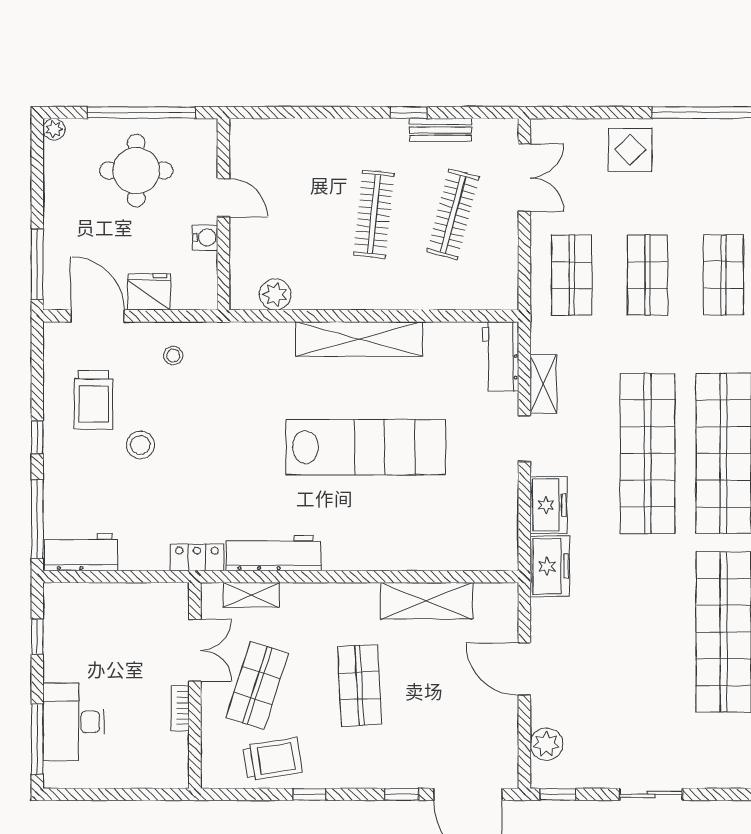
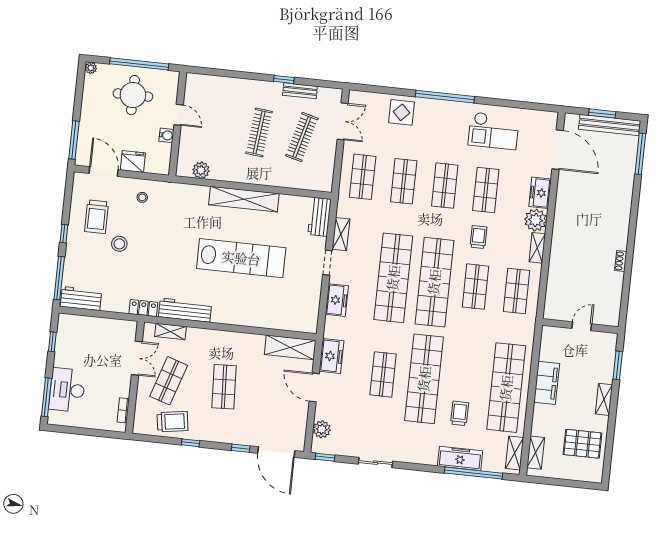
freezer: (550, 566) -> (331, 356), moved
shelving: (426, 601) -> (290, 347), moved
shop shelf: (648, 632) -> (383, 374), added
bookcase: (180, 708) -> (123, 410), moved

